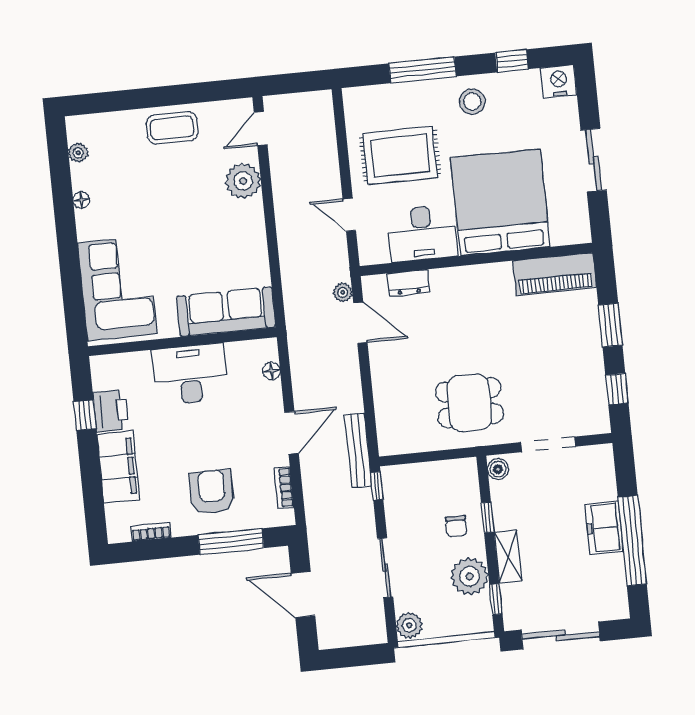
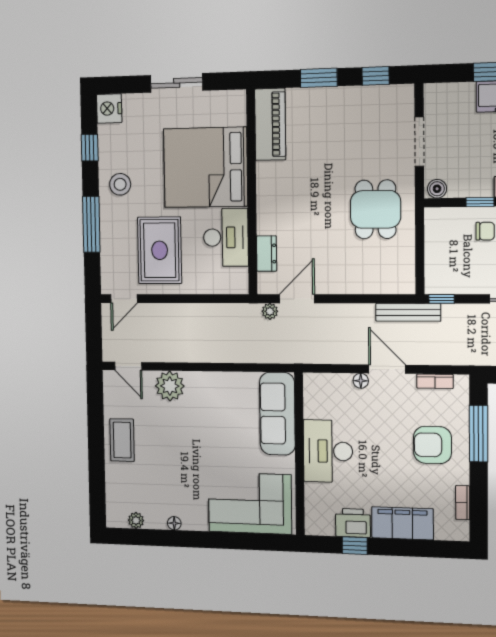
door: (349, 215) -> (124, 299), moved
floor lamp: (272, 371) -> (361, 381), moved

